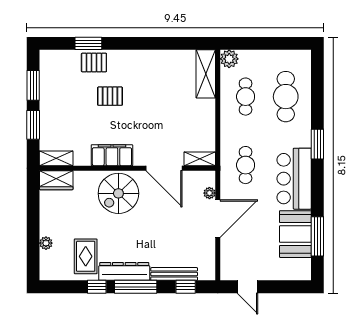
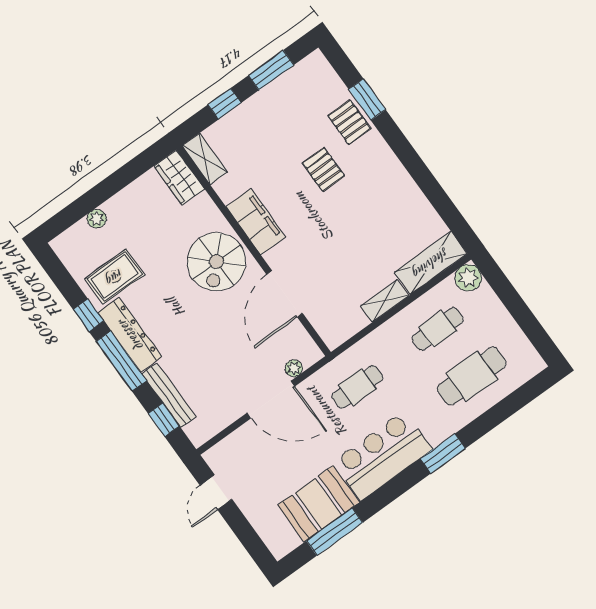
window: (33, 125) -> (225, 104), width x0.67
shelving: (200, 159) -> (385, 301), moved, turned 90
spiral stairs: (118, 193) -> (216, 262), turned -90

